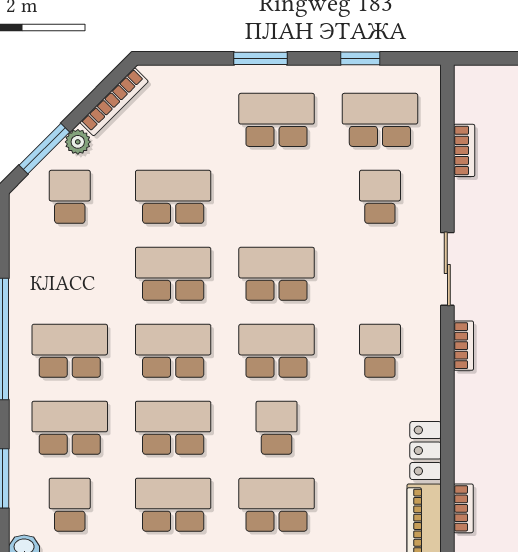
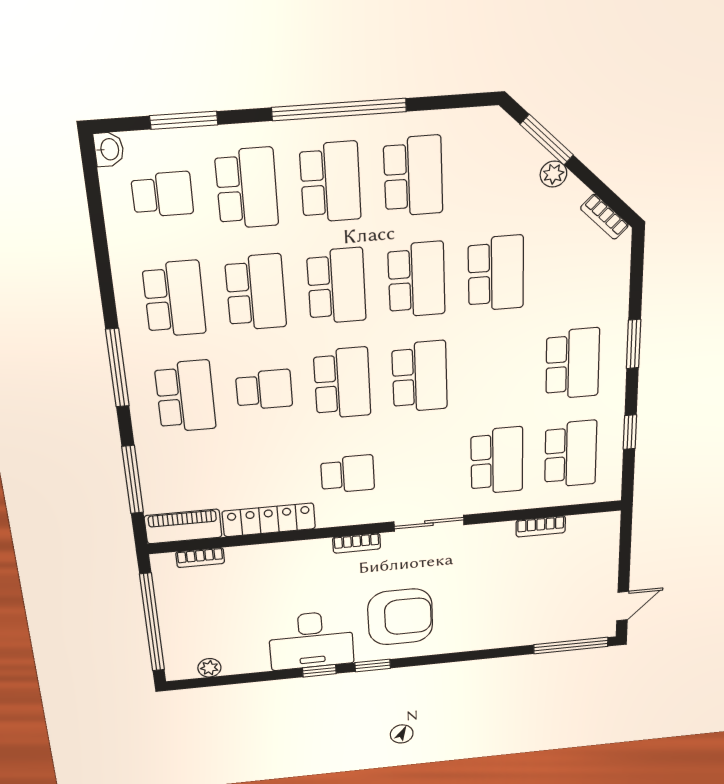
bookcase: (114, 102) -> (604, 217), width x0.64
school desk: (70, 197) -> (413, 176), moved, width x1.85
school desk: (380, 197) -> (497, 461), width x1.85
locker: (426, 451) -> (269, 520), width x1.53

